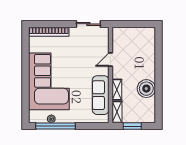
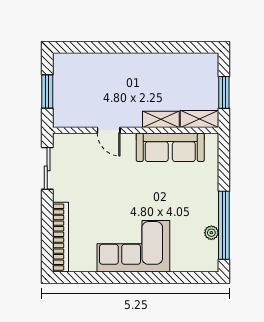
window: (133, 24) -> (47, 92), added
corner sofa: (49, 81) -> (133, 246), width x0.73, depth x0.74
boiler: (146, 89) -> (159, 68), removed

